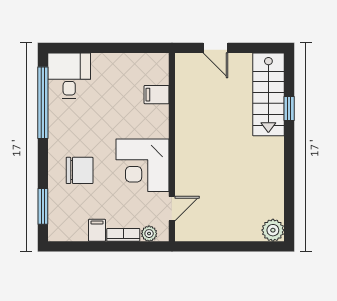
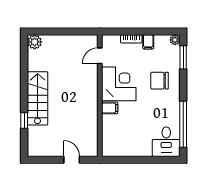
stairs: (268, 94) -> (38, 98), moved
filing cabinet: (157, 95) -> (110, 108), moved
plant: (149, 234) -> (175, 40), moved

